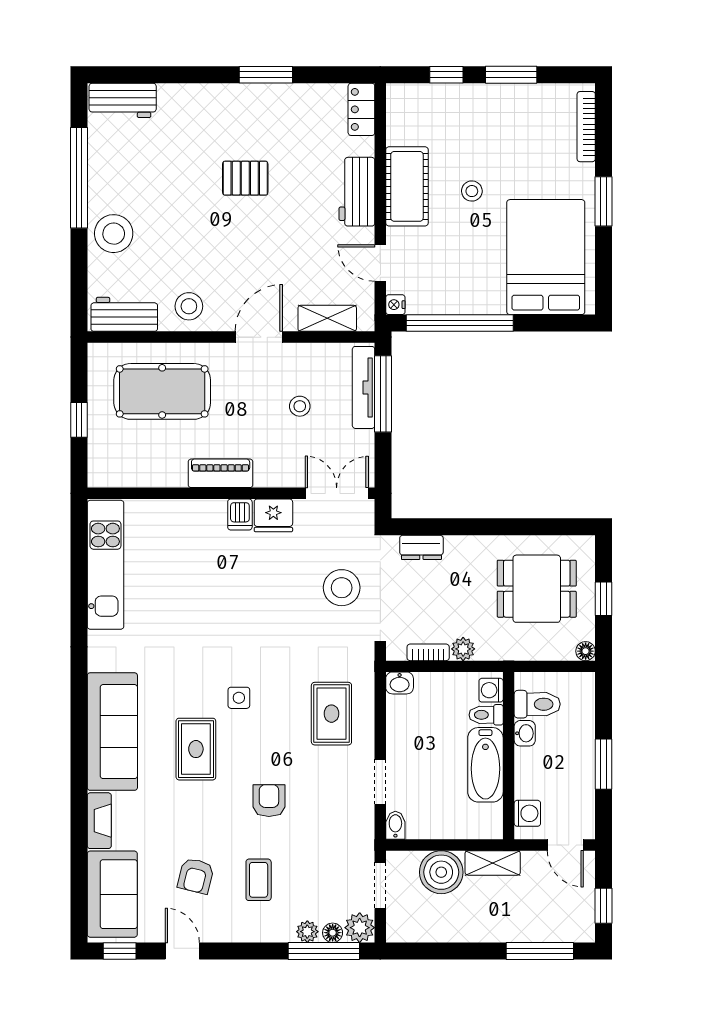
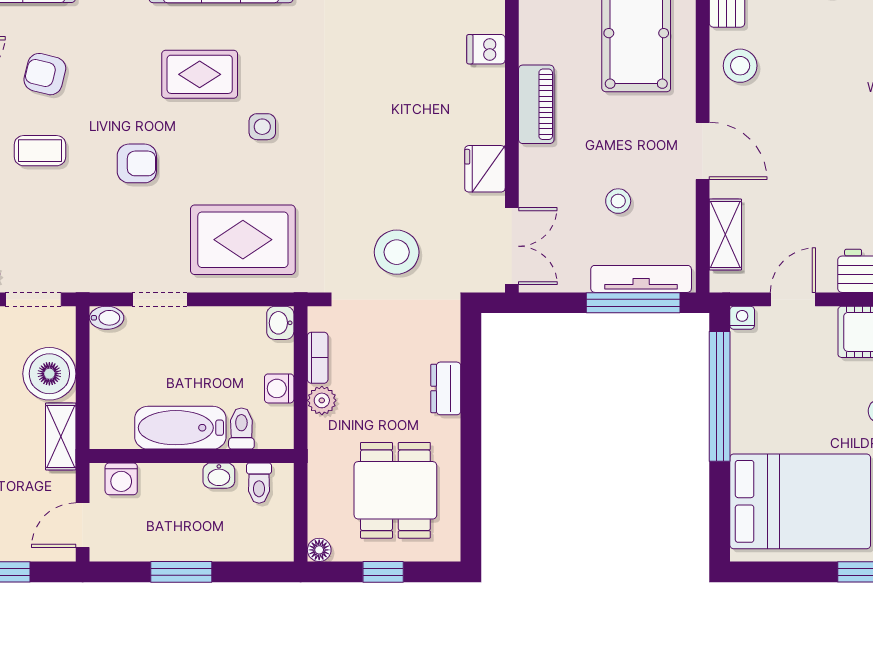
dishwasher: (240, 515) -> (486, 49), moved
dresser: (421, 547) -> (446, 388), moved
washing machine: (491, 690) -> (279, 388), moved, turned -90
toilet: (537, 704) -> (259, 483), width x0.73, depth x0.72
rug: (331, 714) -> (243, 240), width x1.36, depth x1.43

